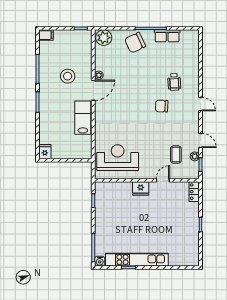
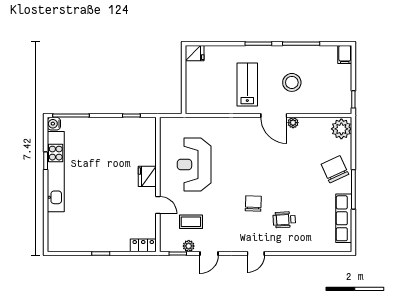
row of seats: (167, 36) -> (344, 218), width x1.48
lab bench: (83, 118) -> (247, 85), moved, turned -90
reception desk: (118, 158) -> (194, 165), moved, turned 180

